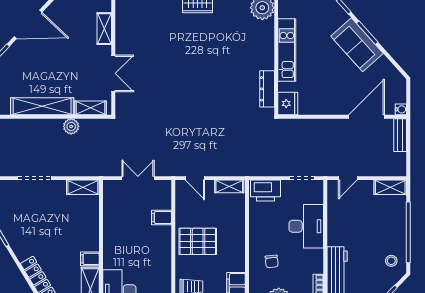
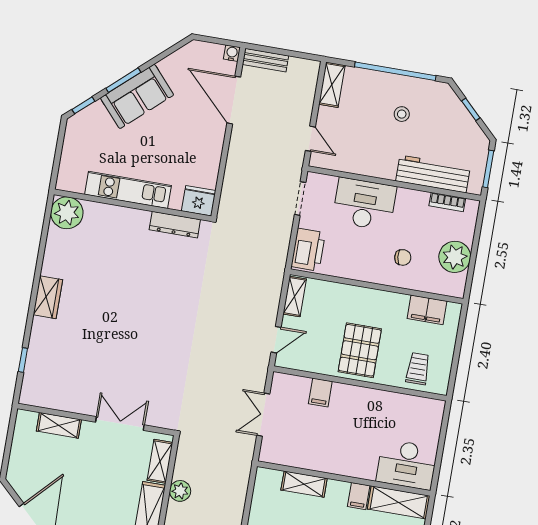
shelving: (83, 187) -> (304, 484), moved, turned 90
stool: (391, 261) -> (402, 114), moved

